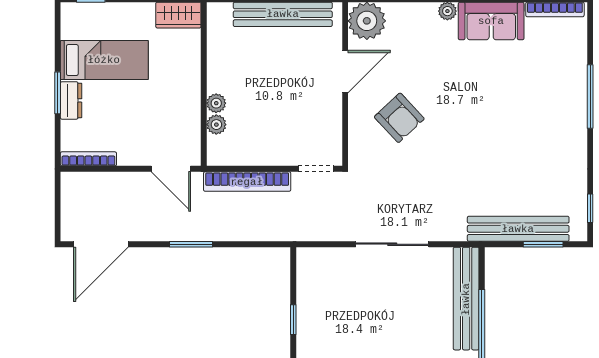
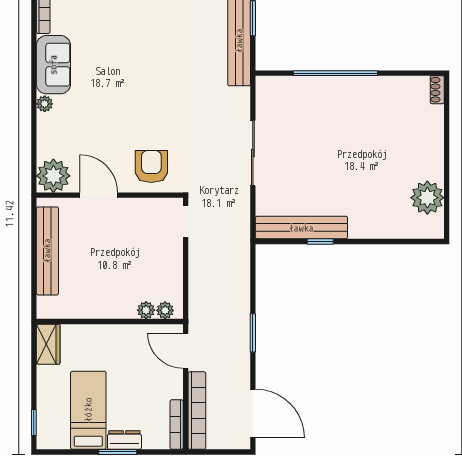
plant: (216, 103) -> (165, 310), moved
armchair: (399, 118) -> (151, 167), moved, turned -47
door: (171, 169) -> (186, 351), swing flipped
bookcase: (247, 182) -> (197, 411), moved
bench: (466, 299) -> (301, 228), moved

